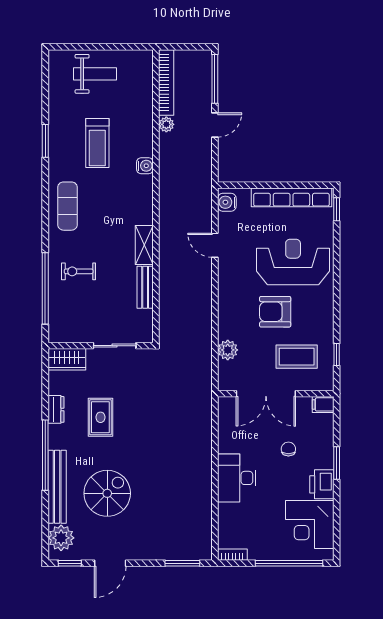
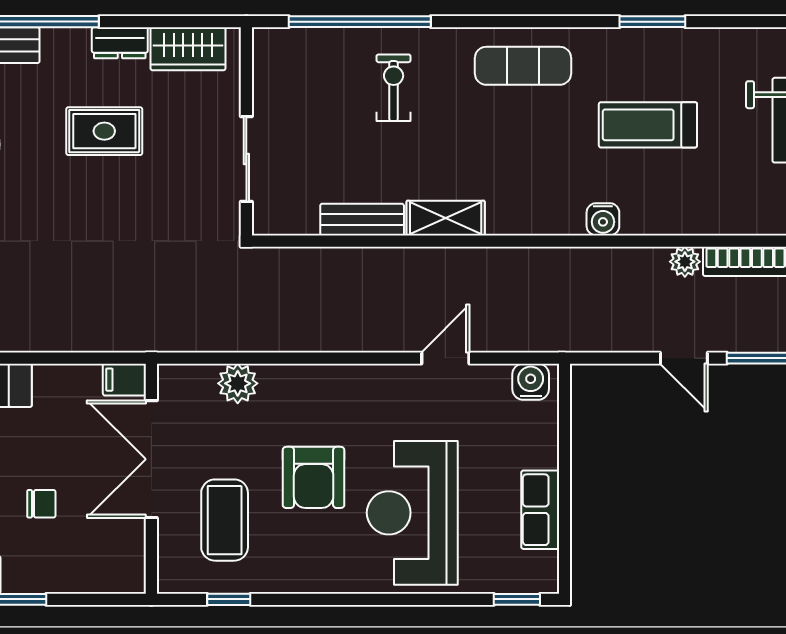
row of seats: (291, 197) -> (540, 510), width x0.50
reception desk: (293, 262) -> (412, 513), turned 180
armchair: (275, 312) -> (314, 477), turned 180
wardrobe: (67, 359) -> (188, 49), moved, turned -90
filing cabinet: (323, 404) -> (124, 380), moved, turned -90

